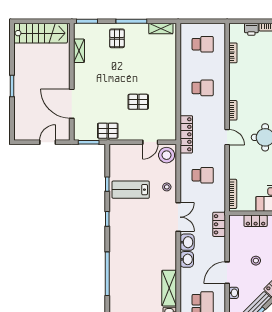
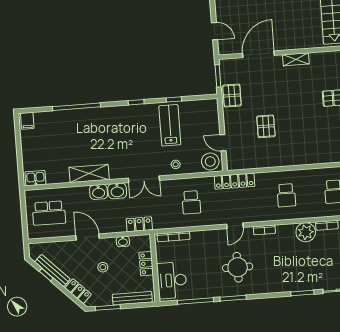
shelving: (79, 51) -> (296, 59), moved
plant: (238, 73) -> (306, 232), added
shelving: (169, 288) -> (89, 173), moved
washbasin: (234, 293) -> (123, 241), moved

